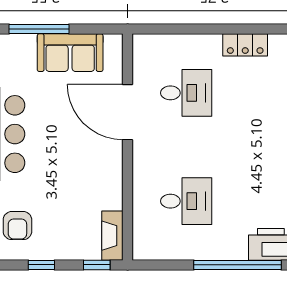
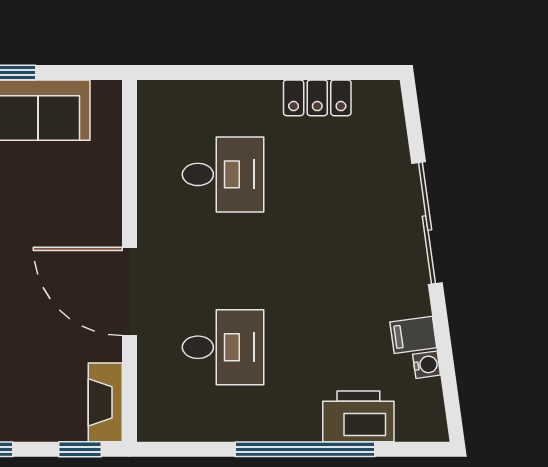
door: (128, 112) -> (129, 291), moved

